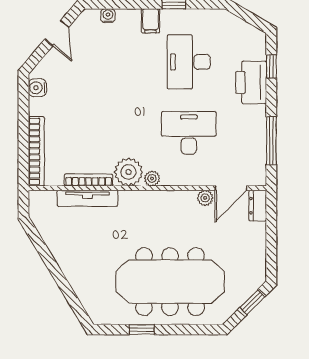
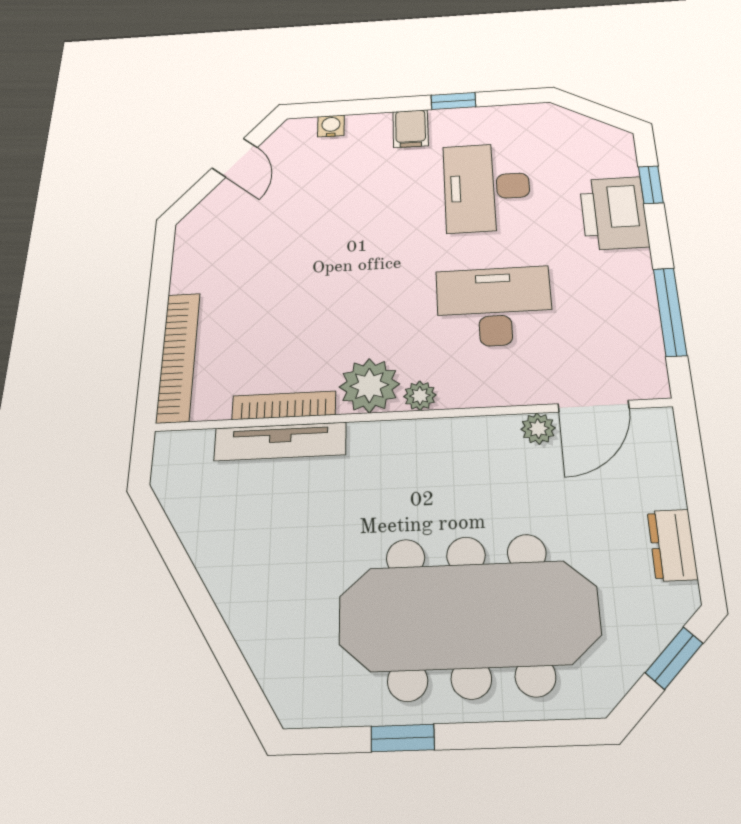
water cooler: (37, 88) -> (190, 246), removed
dresser: (258, 206) -> (672, 545), moved

